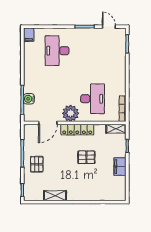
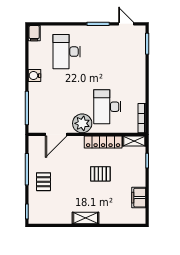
water cooler: (29, 99) -> (34, 76), moved
desk: (93, 99) -> (107, 107), turned 180
locker: (77, 130) -> (103, 142), moved
filing cabinet: (120, 167) -> (139, 198), moved
shelving: (55, 196) -> (86, 218), moved

